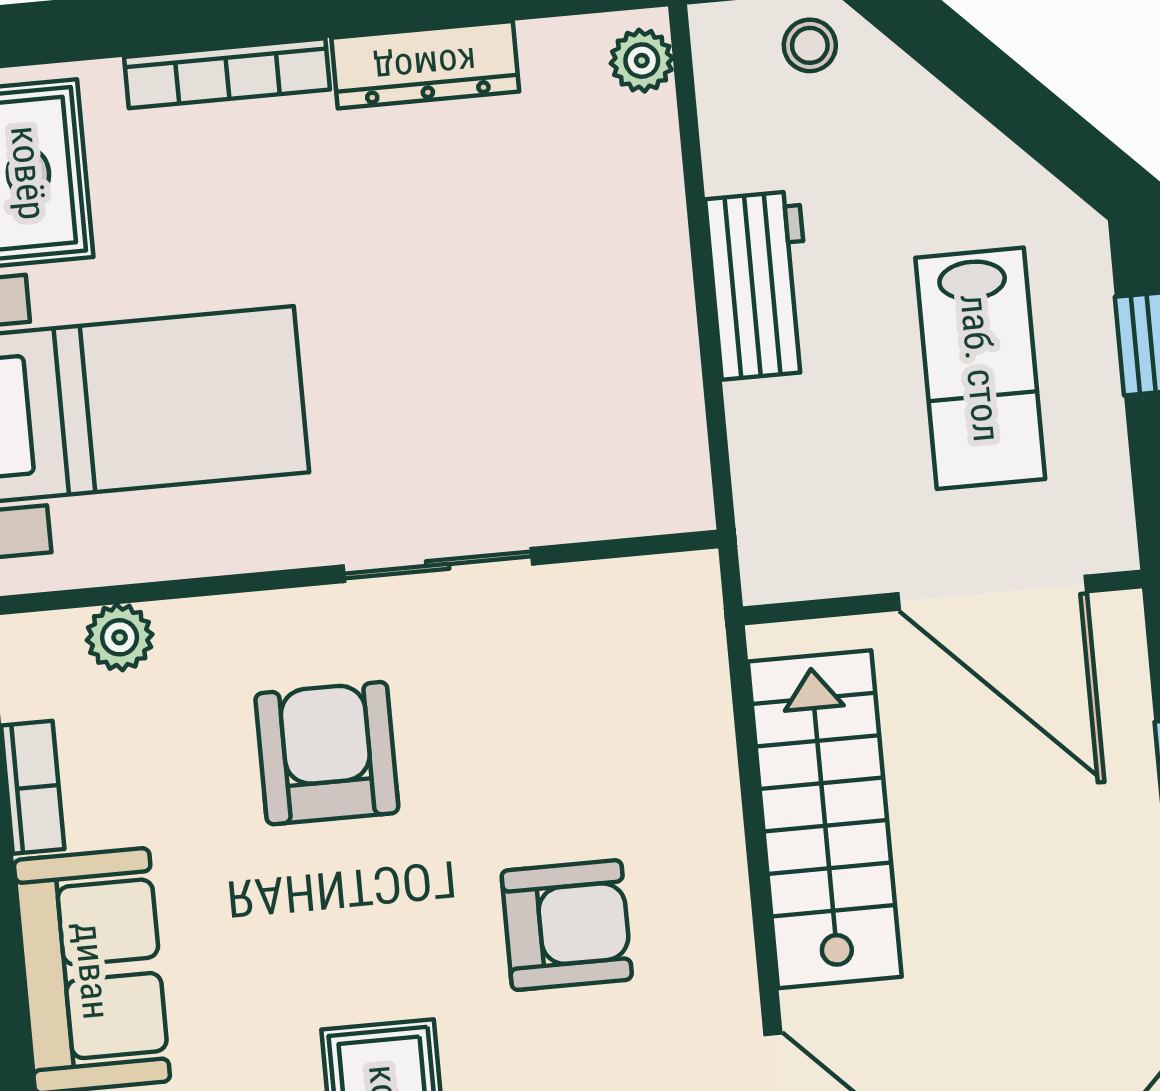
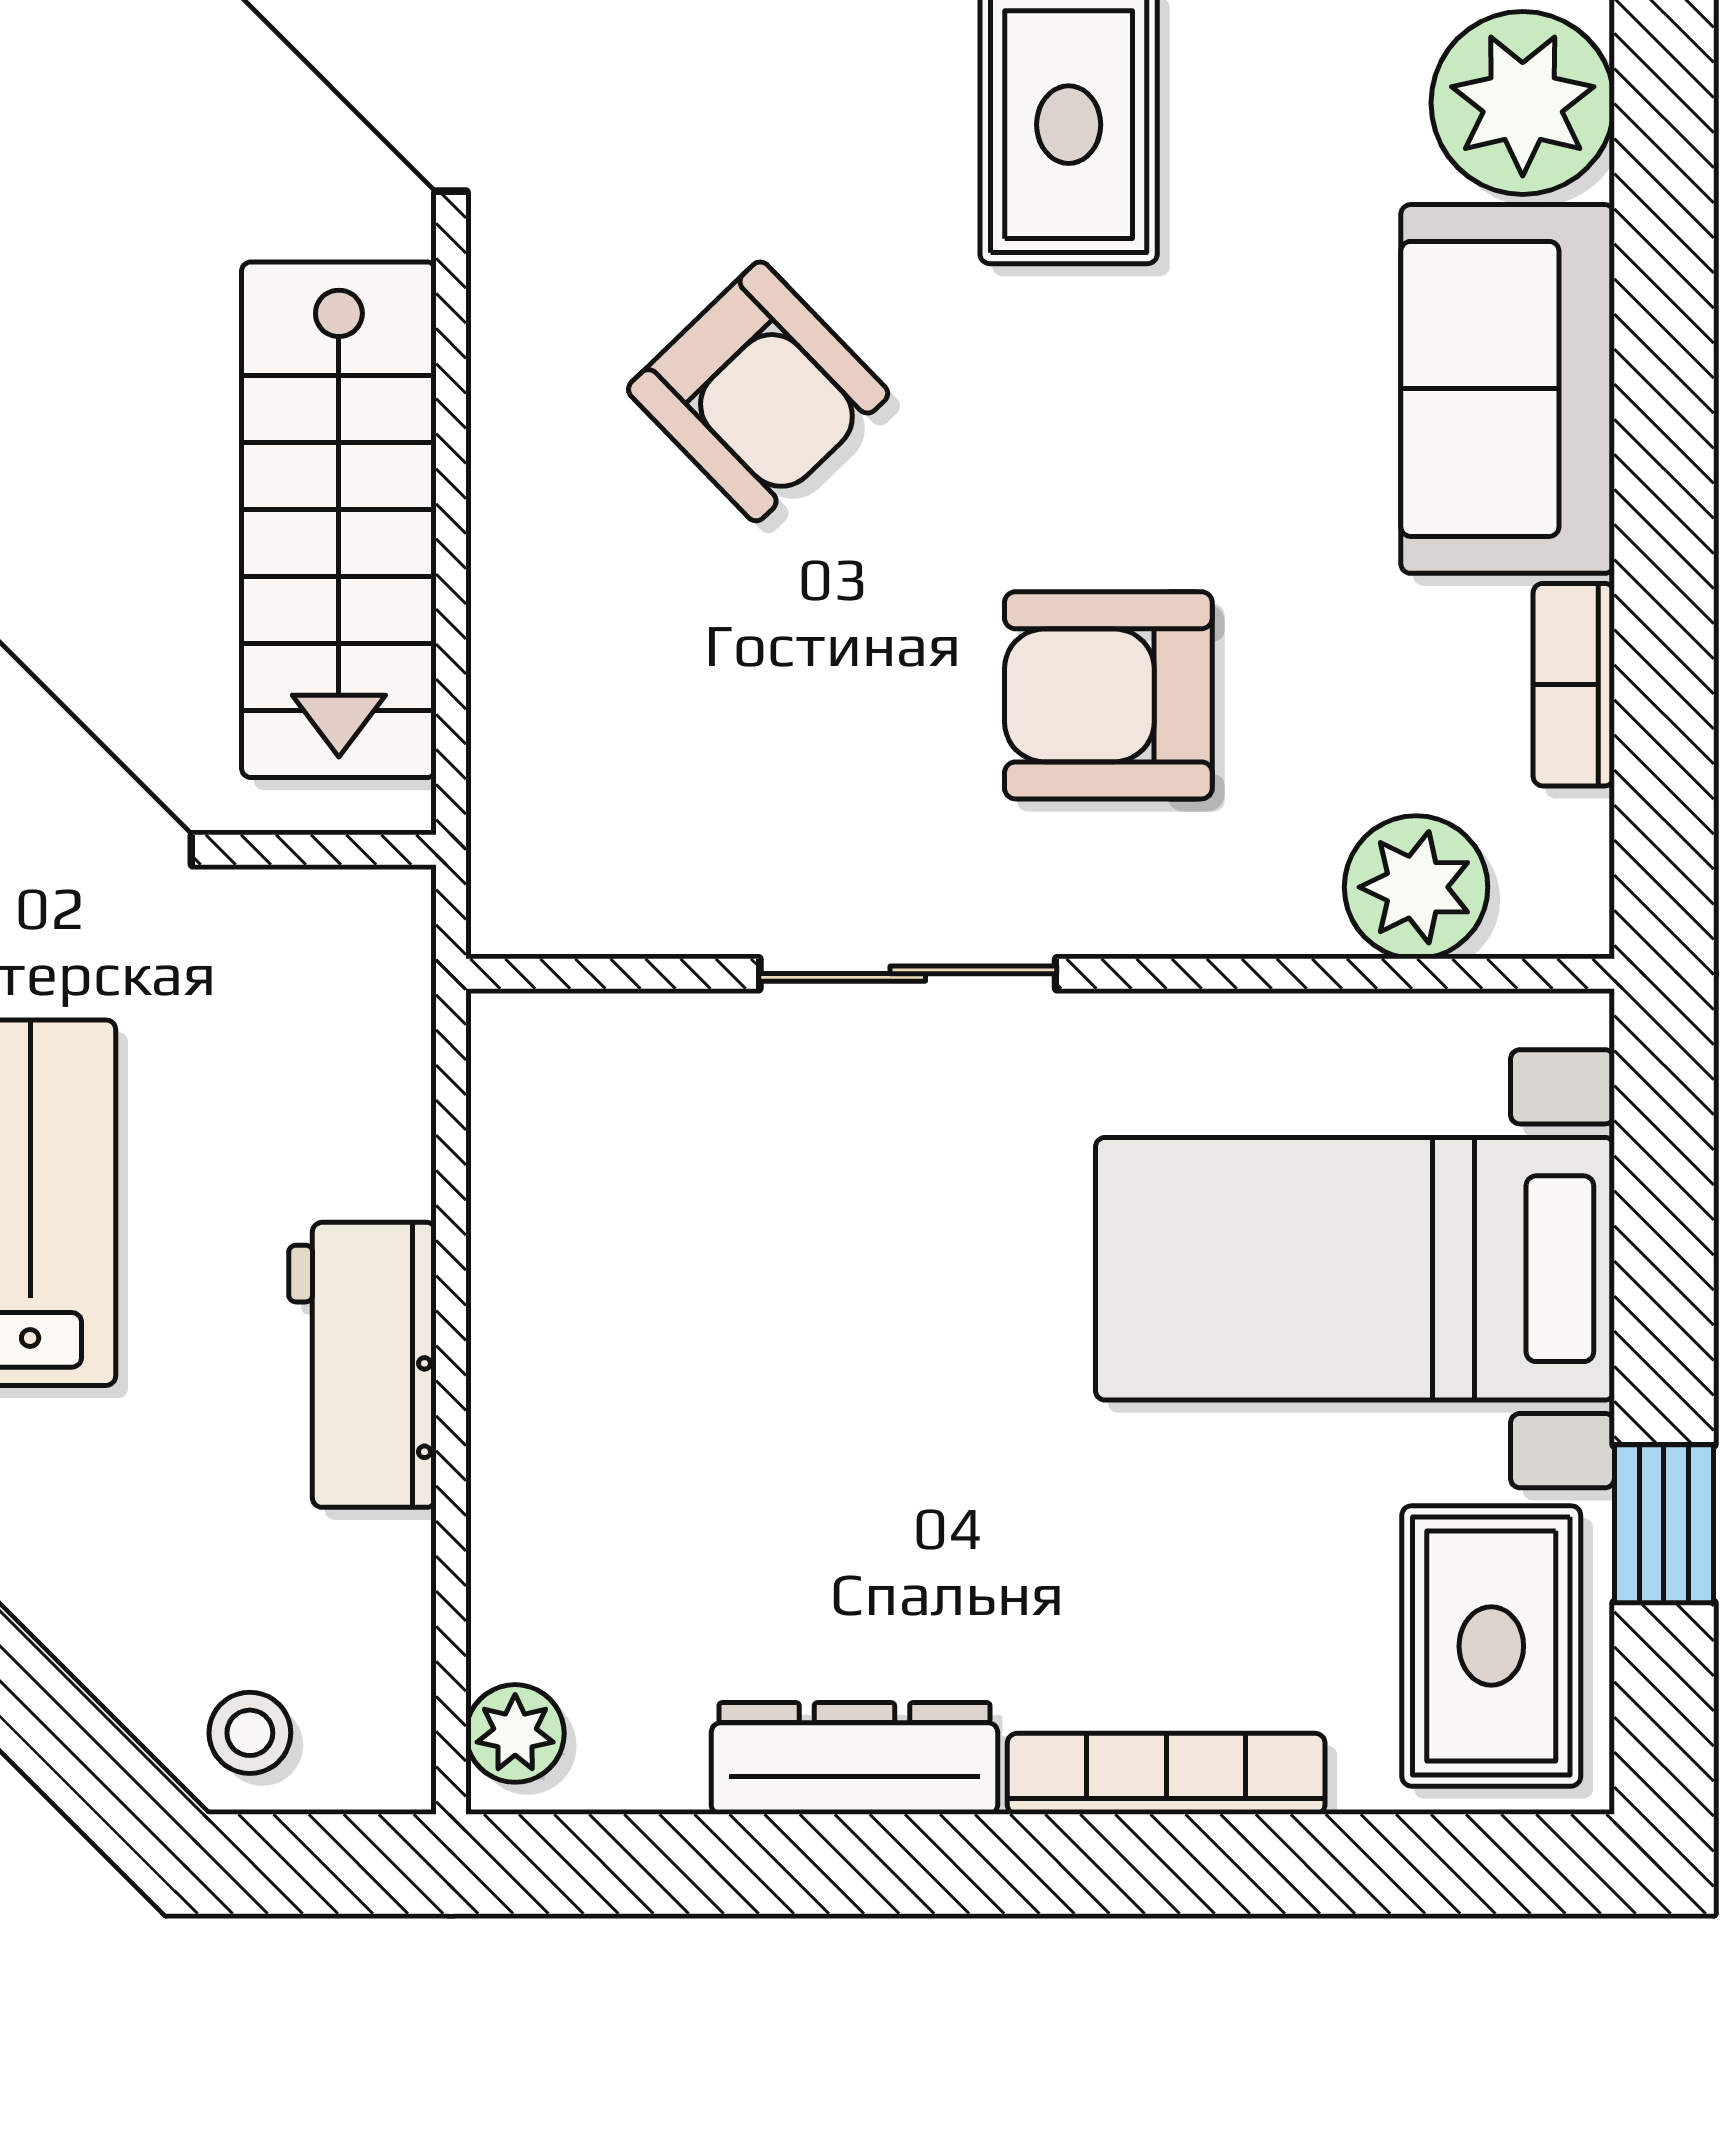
plant: (120, 637) -> (1416, 887), width x1.38, depth x1.38
armchair: (327, 753) -> (1108, 695), turned 90
armchair: (567, 925) -> (758, 391), turned -134

